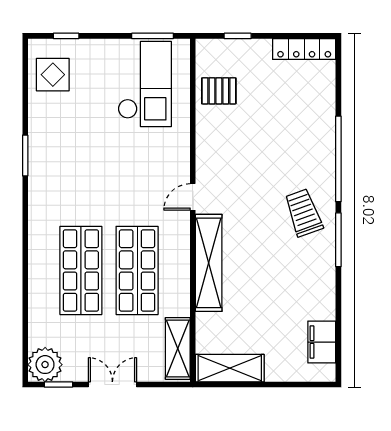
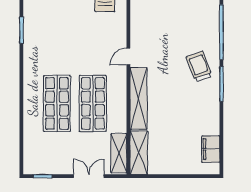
plant: (45, 365) -> (34, 163), removed
shelving: (230, 368) -> (139, 153), moved, turned 90
double door: (112, 384) -> (89, 176), moved

